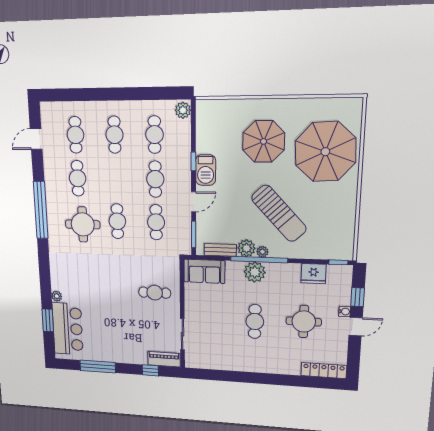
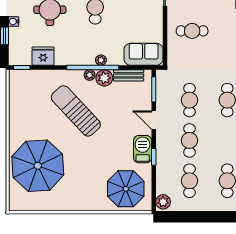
parasol: (263, 141) -> (126, 189), moved
door: (194, 202) -> (154, 120), hinge flipped
plant: (255, 272) -> (101, 60), width x0.53, depth x0.53

